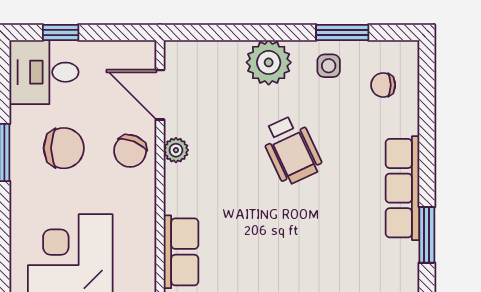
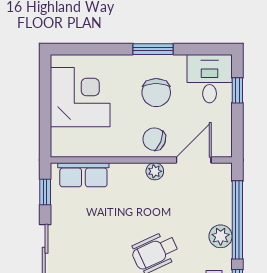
window: (245, 33) -> (237, 220), added
plant: (269, 62) -> (221, 236), width x0.73, depth x0.73

